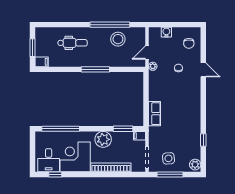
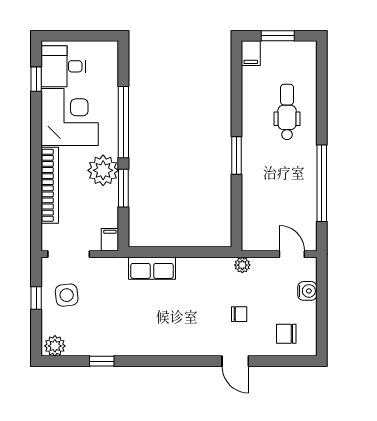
stool: (118, 39) -> (294, 199), removed
dental chair: (72, 43) -> (287, 112), turned 180
door: (147, 53) -> (292, 254), moved
window: (95, 69) -> (236, 155), width x0.69
door: (203, 70) -> (235, 361), hinge flipped
window: (61, 129) -> (123, 122), moved
window: (123, 129) -> (123, 188), moved
window: (170, 174) -> (36, 298), width x0.46

